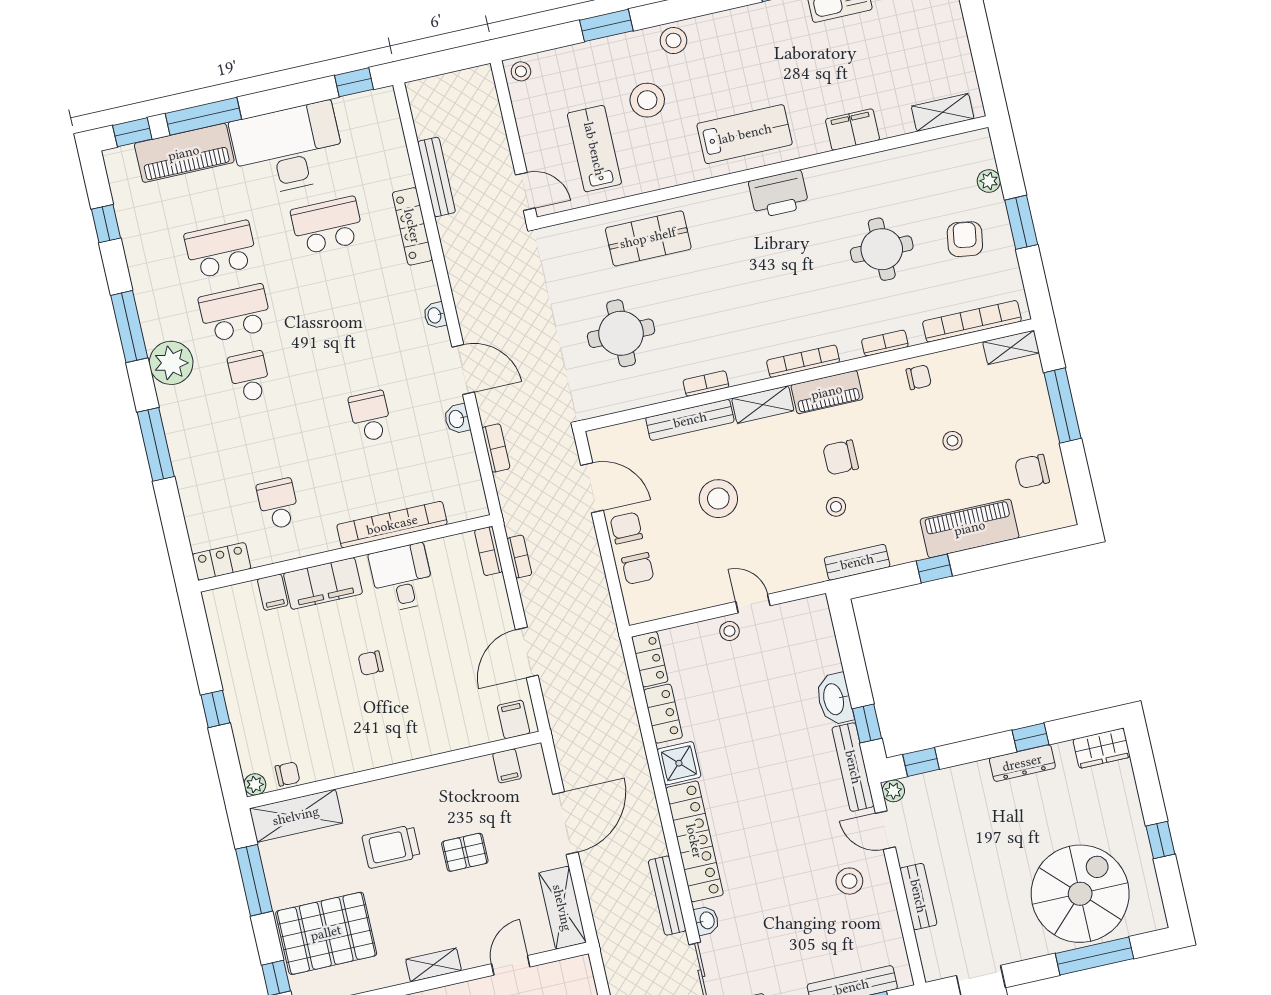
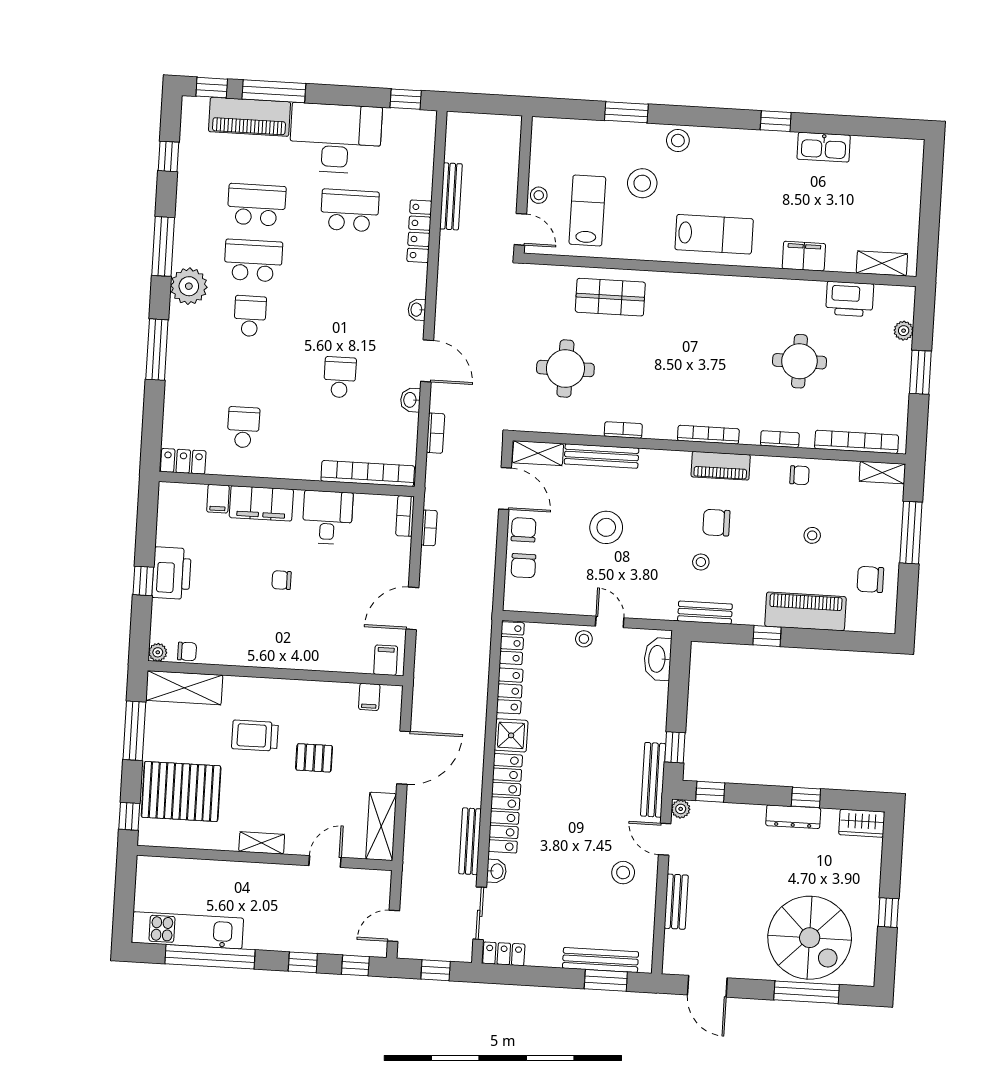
stool: (521, 71) -> (539, 195), moved
printer: (779, 194) -> (850, 299), moved
armchair: (965, 239) -> (870, 373), removed
shelving: (763, 405) -> (538, 453), moved
bookcase: (392, 525) -> (368, 473), moved
printer: (245, 691) -> (172, 573), added
washbasin: (834, 699) -> (658, 659), moved
spiral stairs: (1080, 894) -> (810, 938), turned 90

